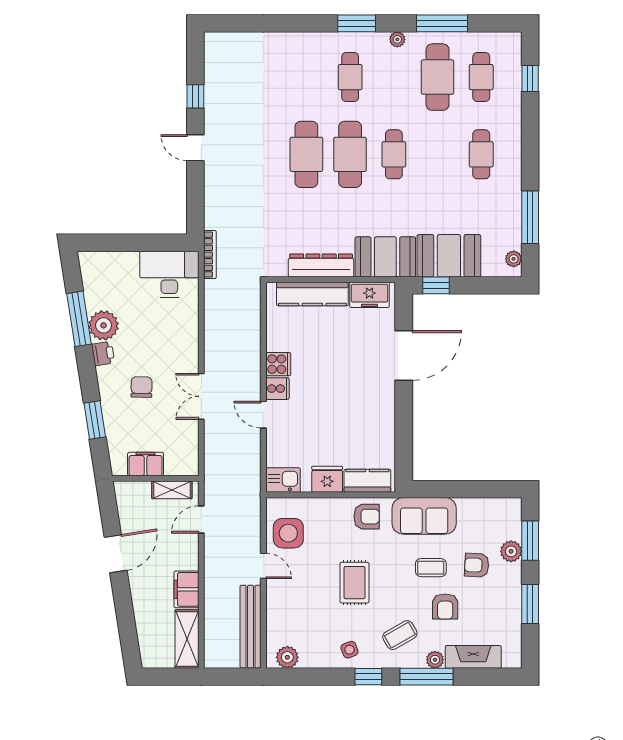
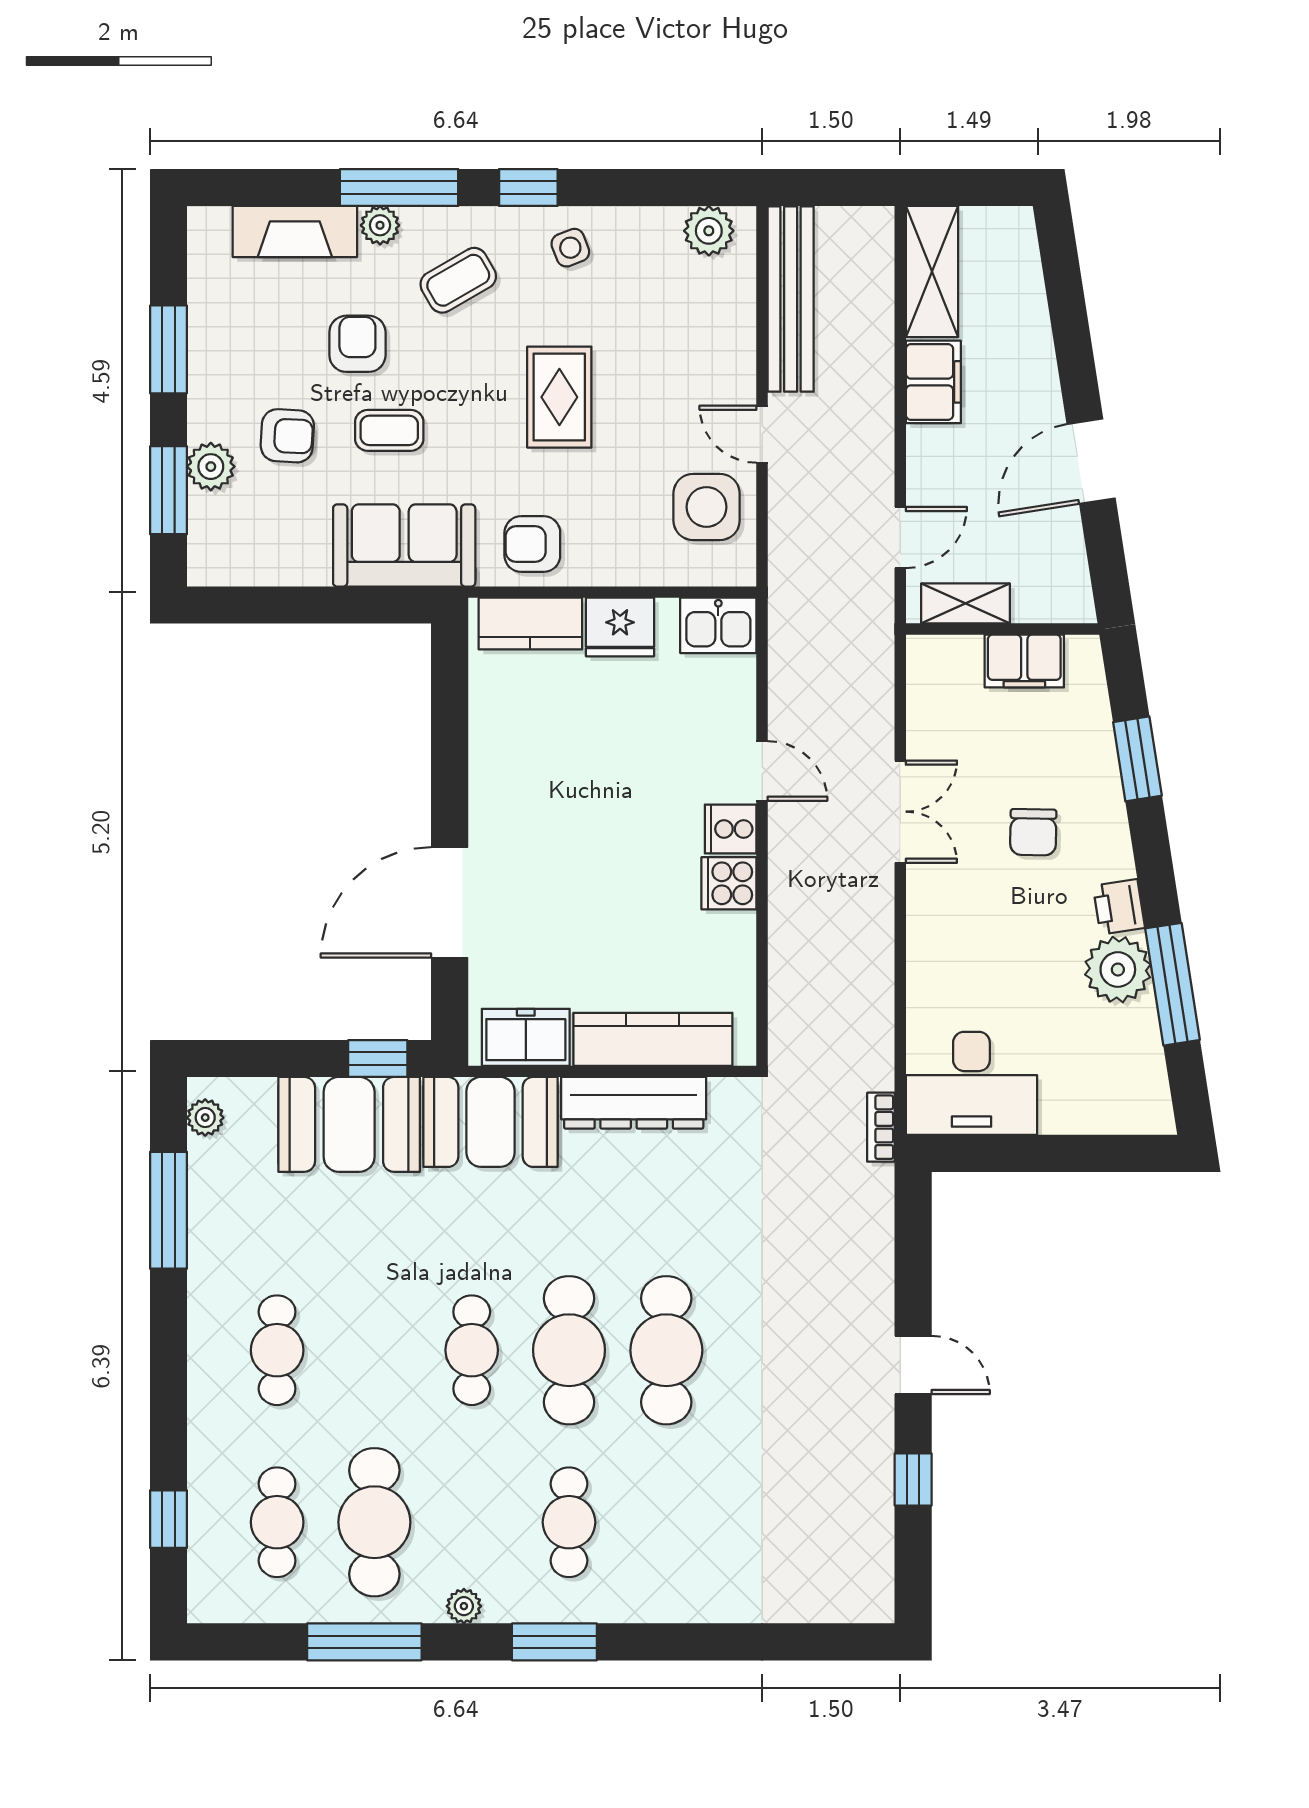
bookcase: (210, 255) -> (881, 1127), width x0.64

